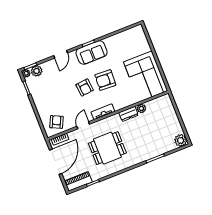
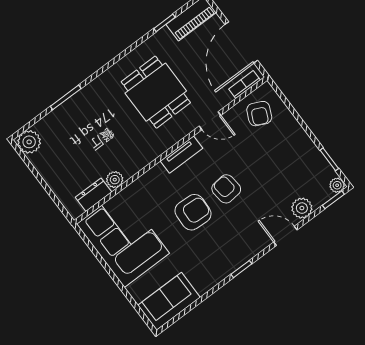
sofa: (92, 52) -> (169, 301), moved
door: (61, 54) -> (285, 236), hinge flipped
plant: (37, 71) -> (302, 208), moved
dresser: (128, 114) -> (93, 195), moved
door: (83, 125) -> (210, 121), hinge flipped
dining table: (107, 148) -> (156, 92), turned 90

